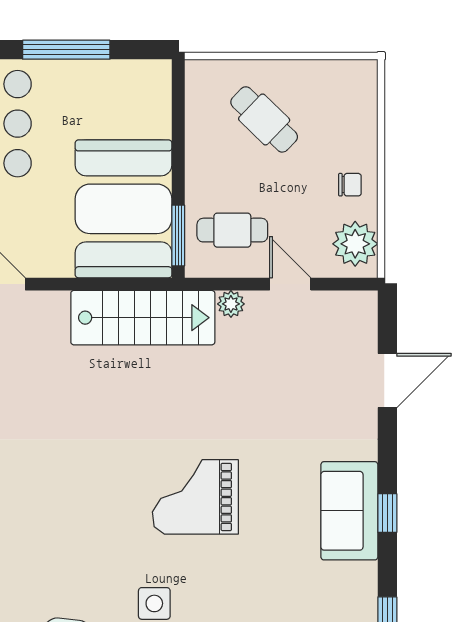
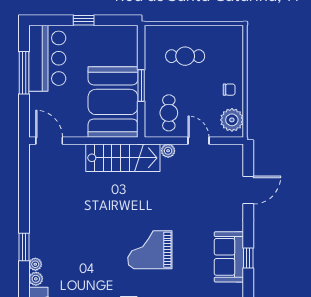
window: (66, 50) -> (84, 20), width x0.46
cafe table: (264, 119) -> (185, 56), turned -44
cafe table: (232, 230) -> (169, 113), turned 90
window: (178, 236) -> (141, 86), moved

